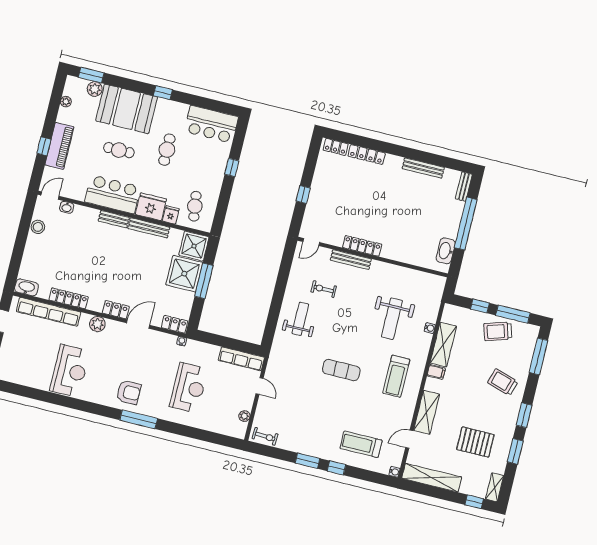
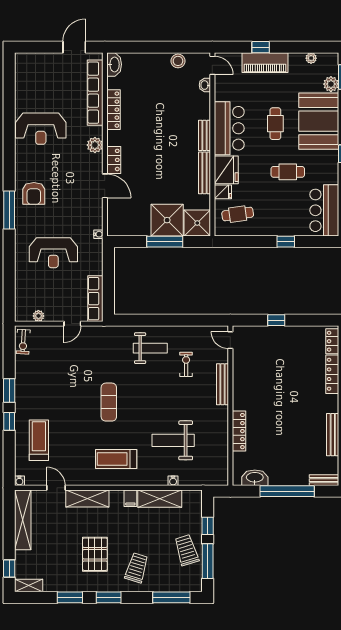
locker: (362, 246) -> (239, 431), moved
locker: (175, 324) -> (114, 223), removed
pallet: (475, 442) -> (95, 554), moved

